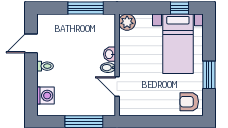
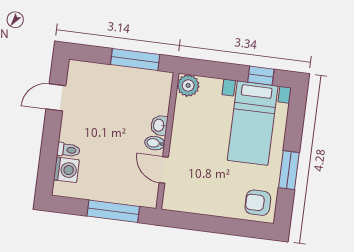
toilet: (45, 66) -> (68, 150), moved

